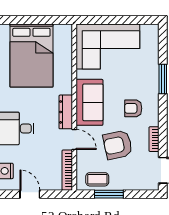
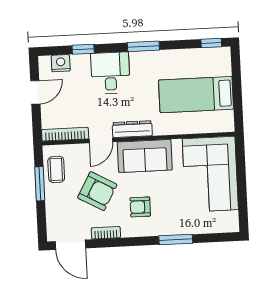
bed: (31, 55) -> (196, 95), width x0.67
armchair: (133, 108) -> (140, 207), turned -90
armchair: (118, 145) -> (97, 191), turned 131

